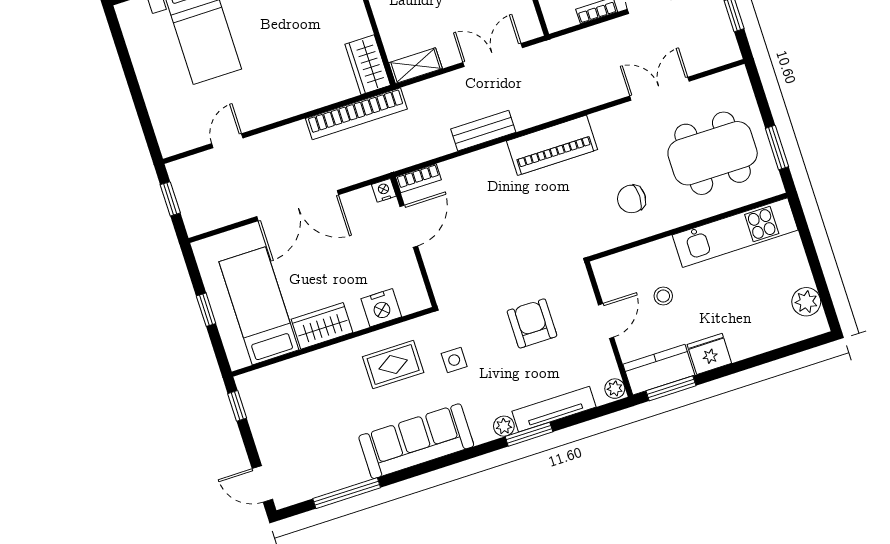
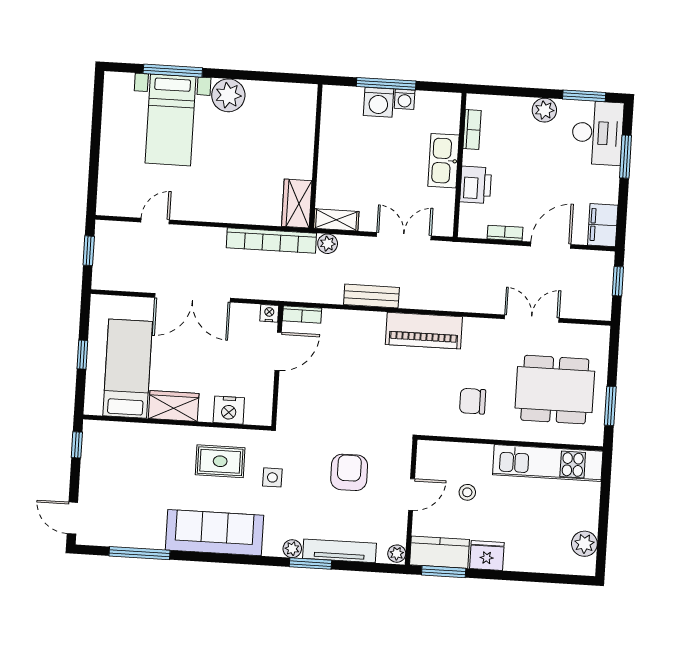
plant: (416, 94) -> (328, 244), added

